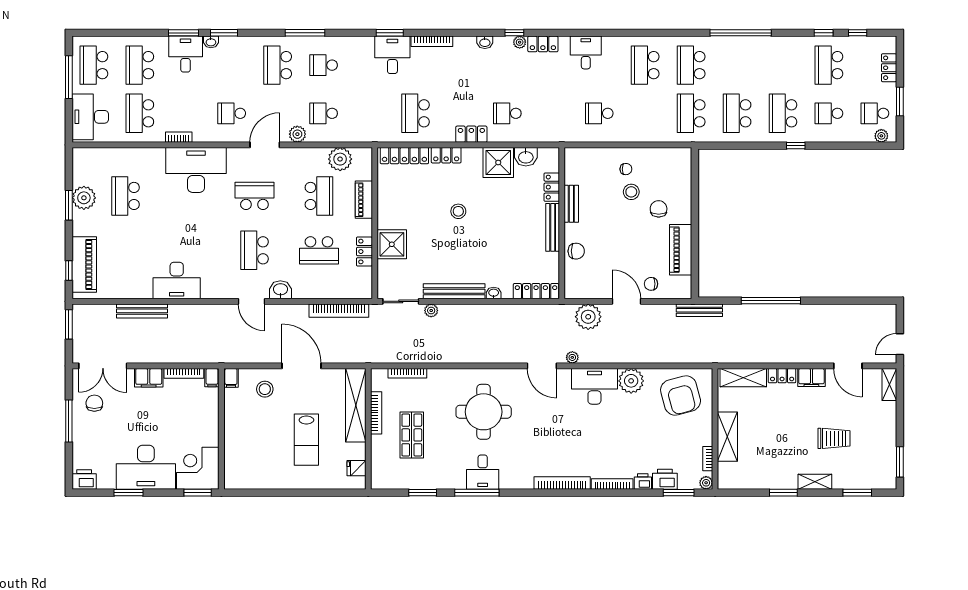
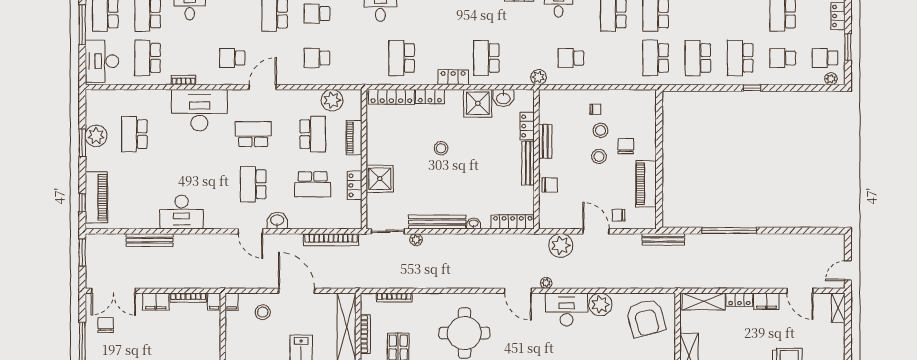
school desk: (507, 113) -> (486, 58), width x1.85
plant: (297, 134) -> (539, 77), moved
stool: (630, 220) -> (599, 156), added

